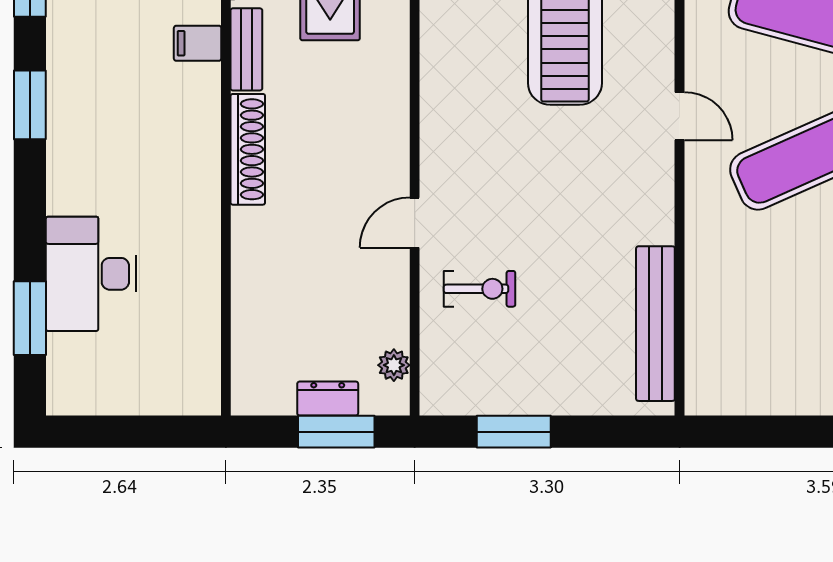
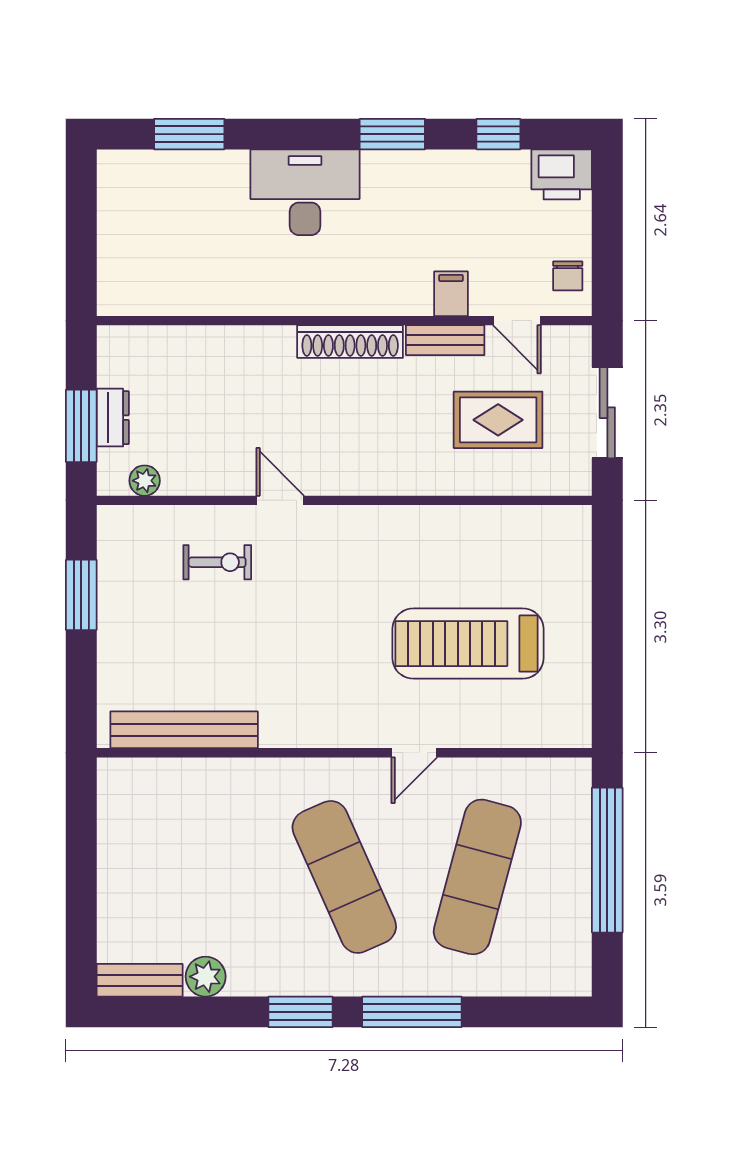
door: (680, 116) -> (414, 753), moved
desk: (91, 274) -> (305, 192), moved
exercise bike: (480, 289) -> (217, 562), turned -90

